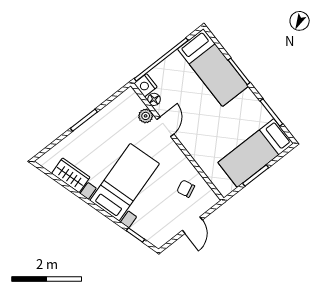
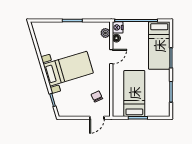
plant: (146, 116) -> (105, 33), moved
bed: (256, 153) -> (134, 93), moved, turned 90
wardrobe: (71, 175) -> (43, 44), removed
door: (192, 225) -> (97, 118), moved

